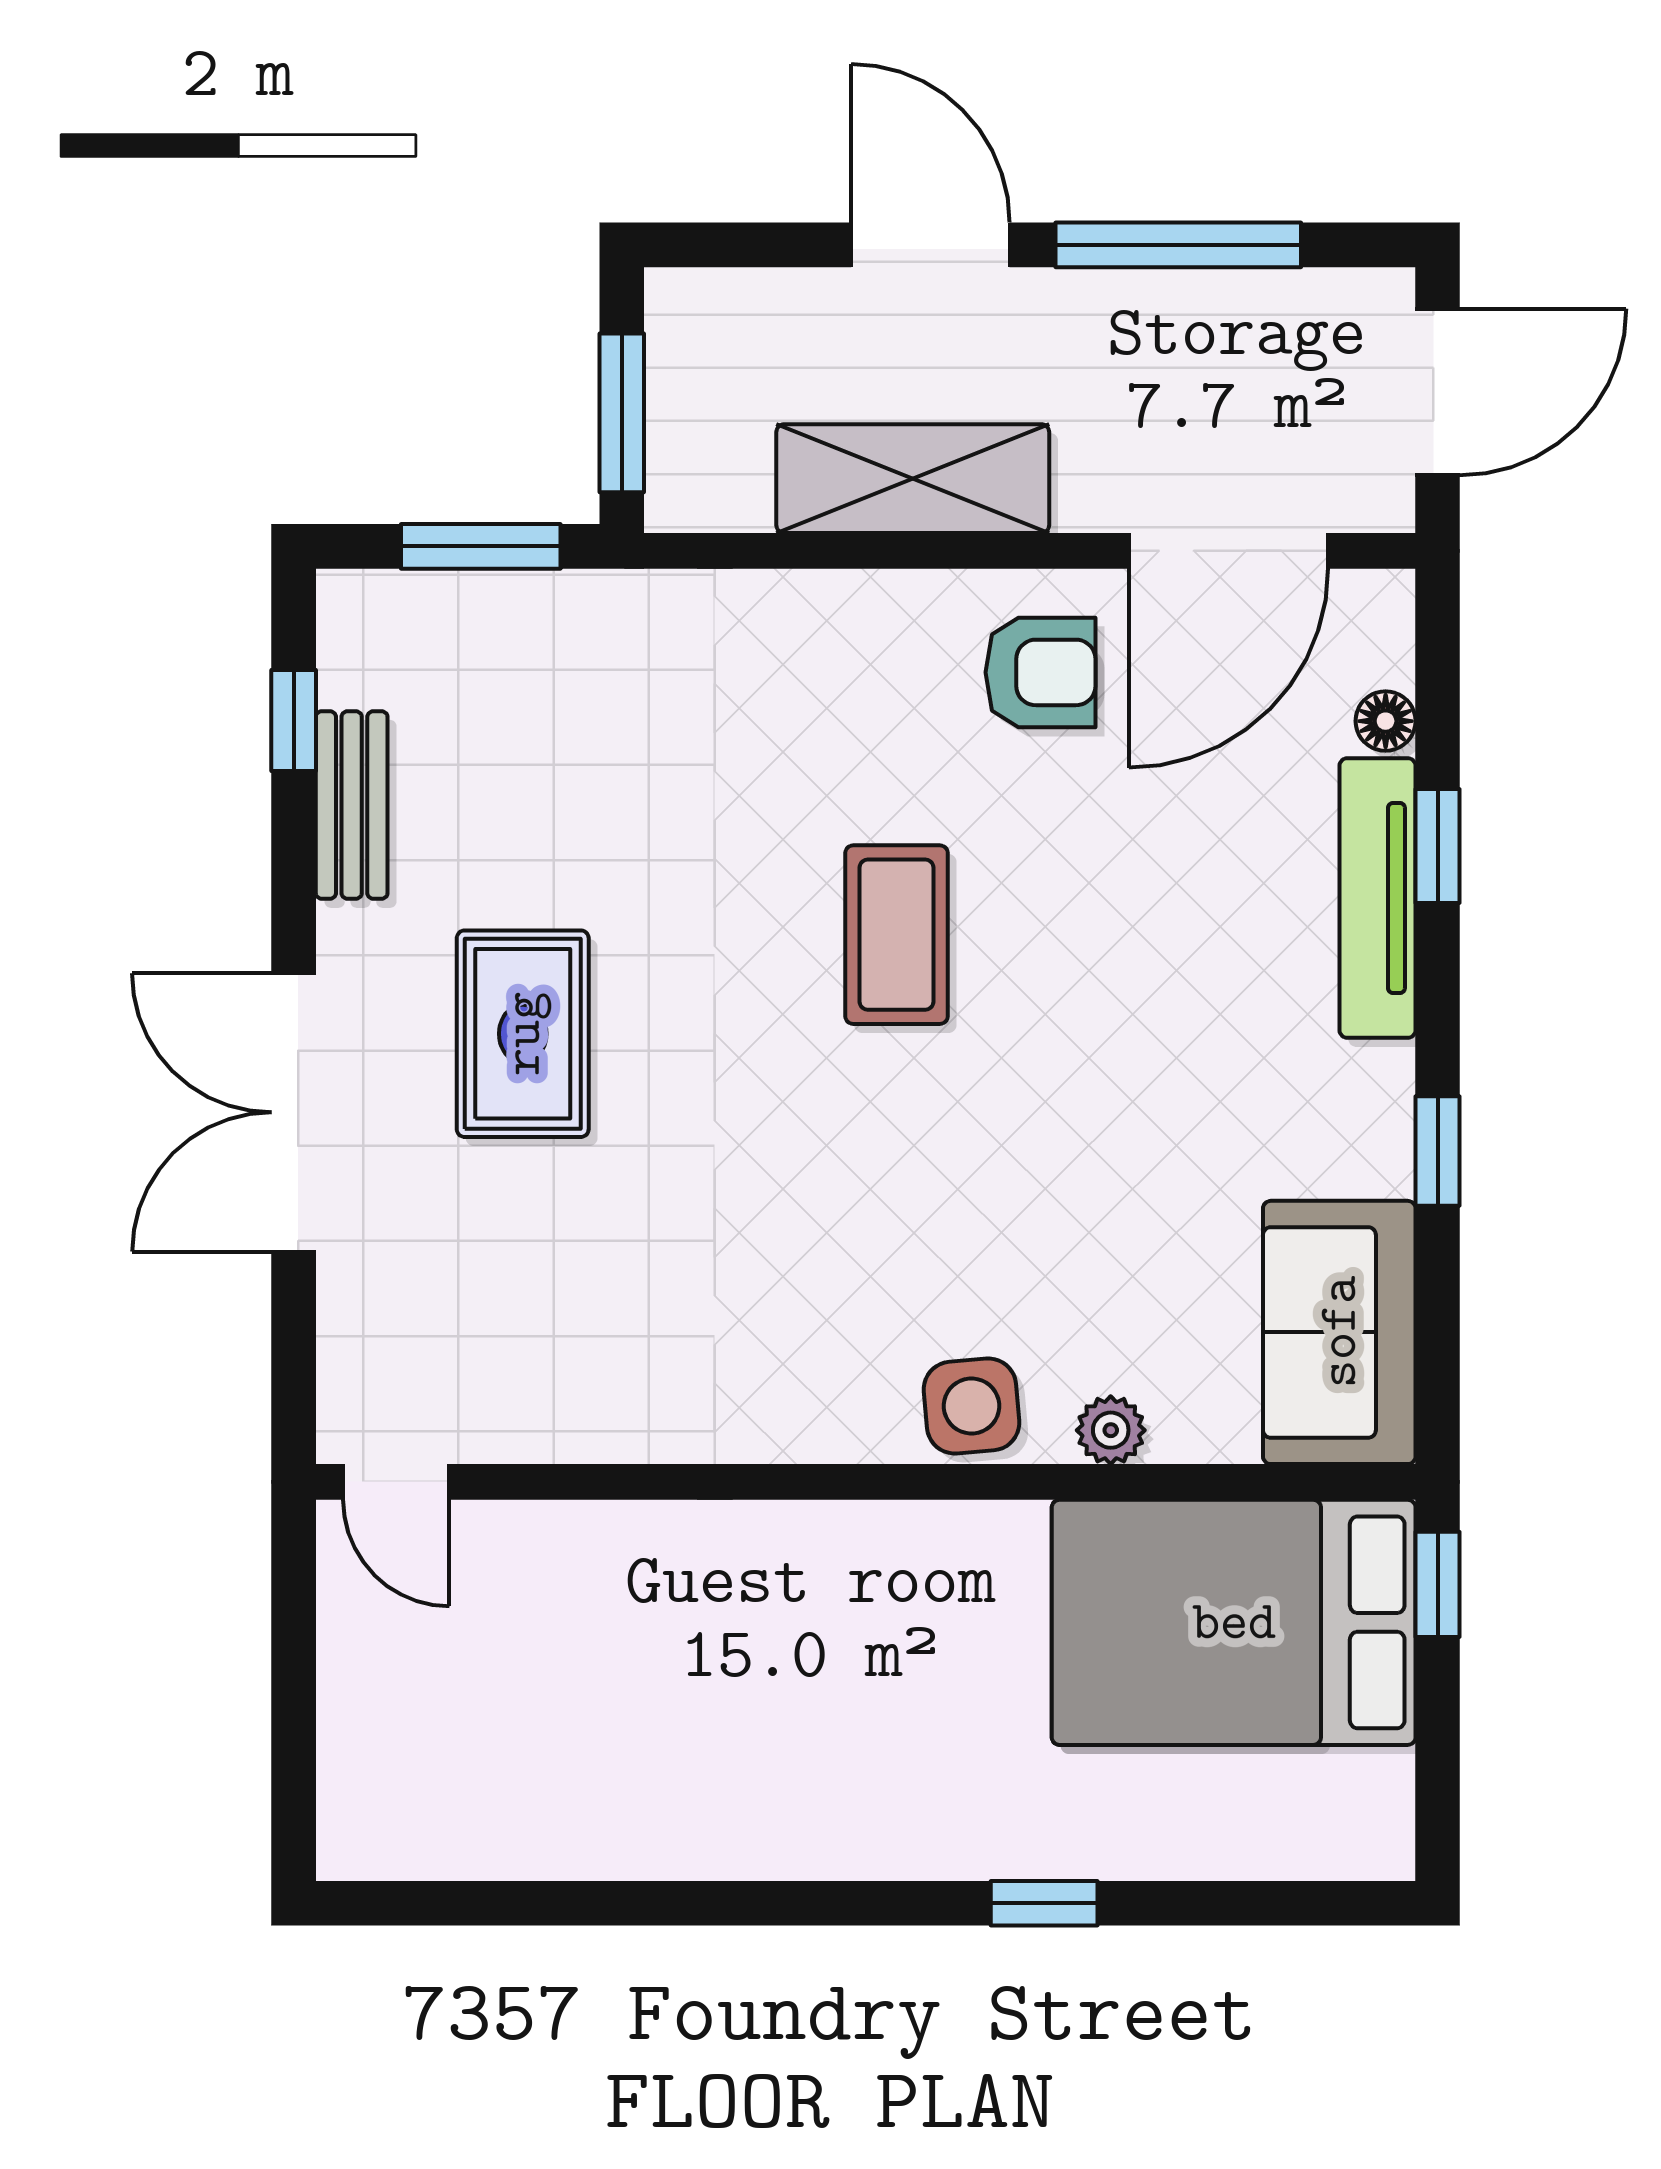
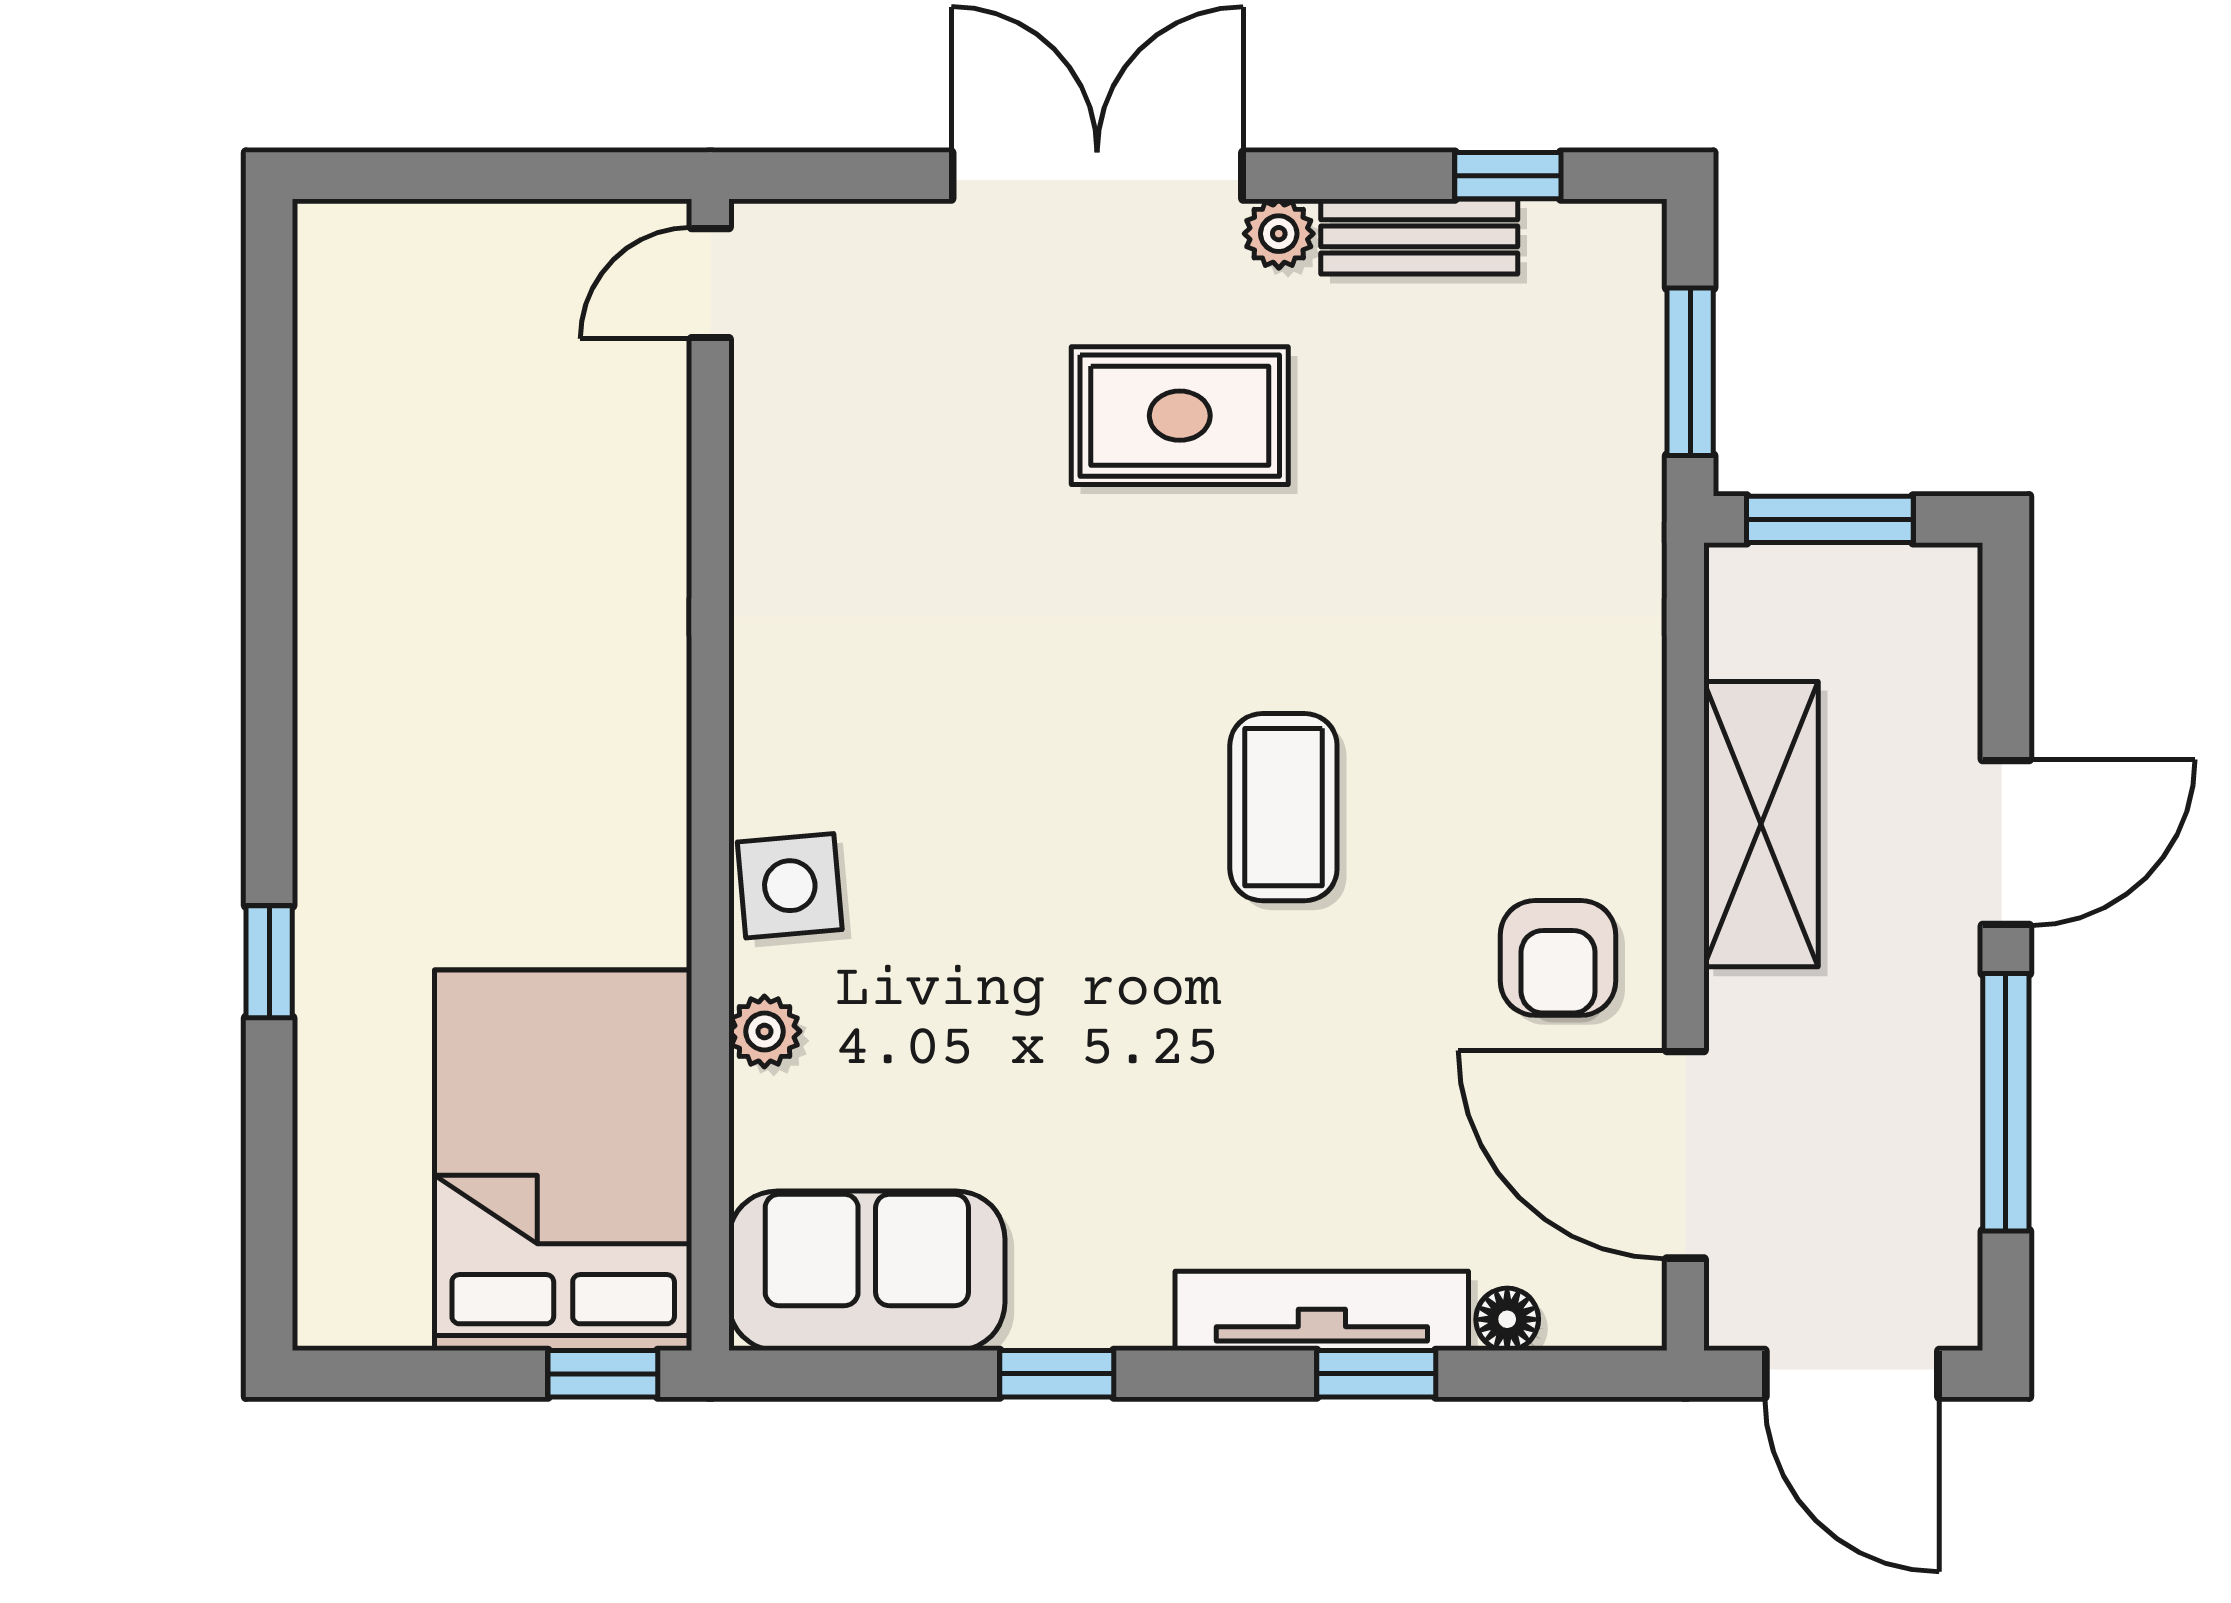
coffee table: (897, 935) -> (1283, 807), turned 90
plant: (349, 939) -> (1279, 234), added

